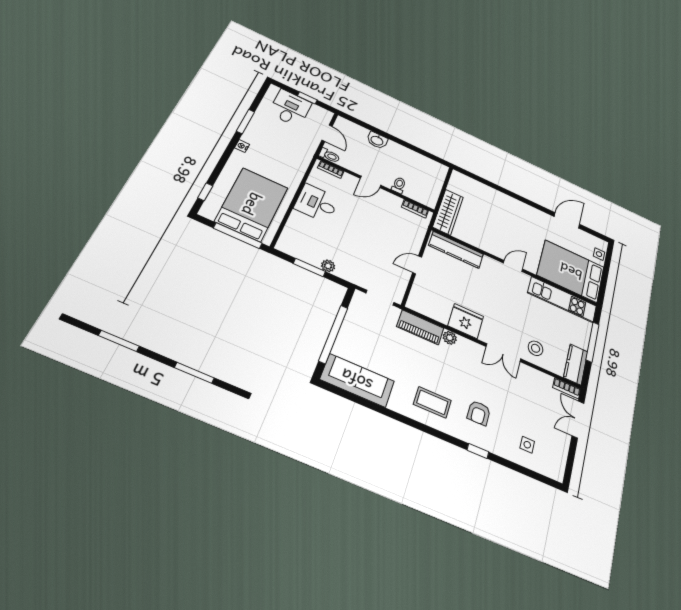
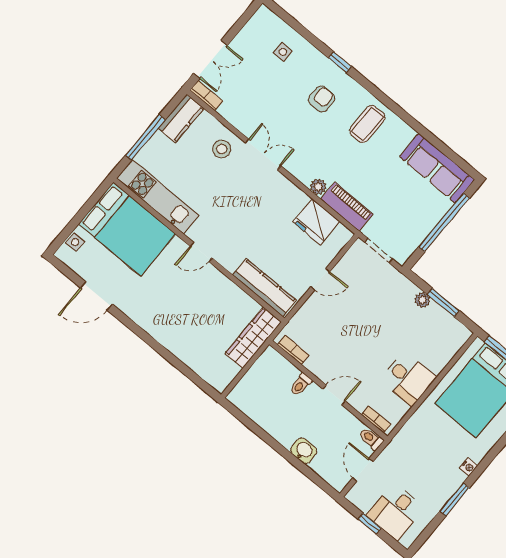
fridge: (466, 321) -> (316, 222), moved
coffee table: (432, 402) -> (367, 124), turned 90

